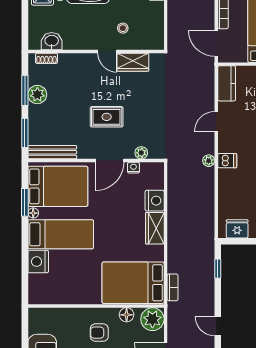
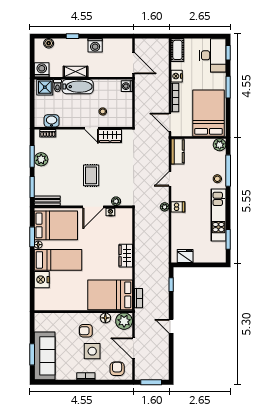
rug: (107, 117) -> (91, 175), turned 90
bench: (52, 152) -> (47, 201), width x0.73
nightstand: (155, 201) -> (126, 236), removed

